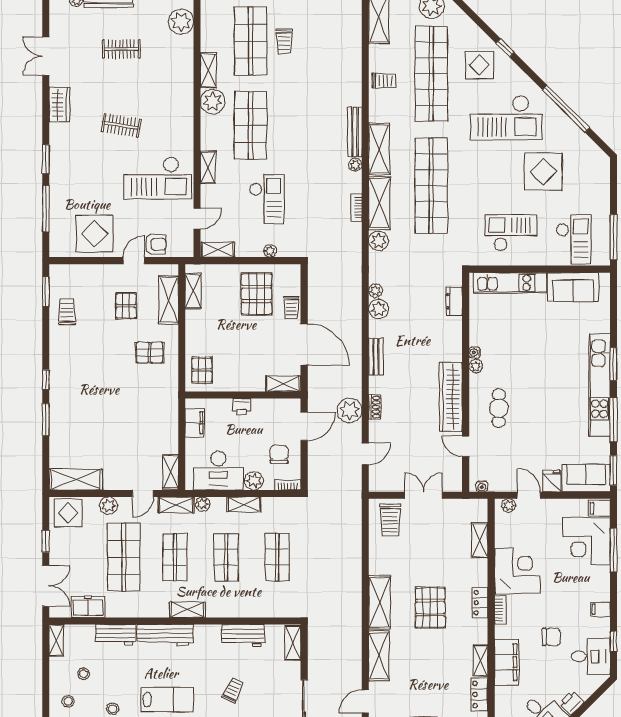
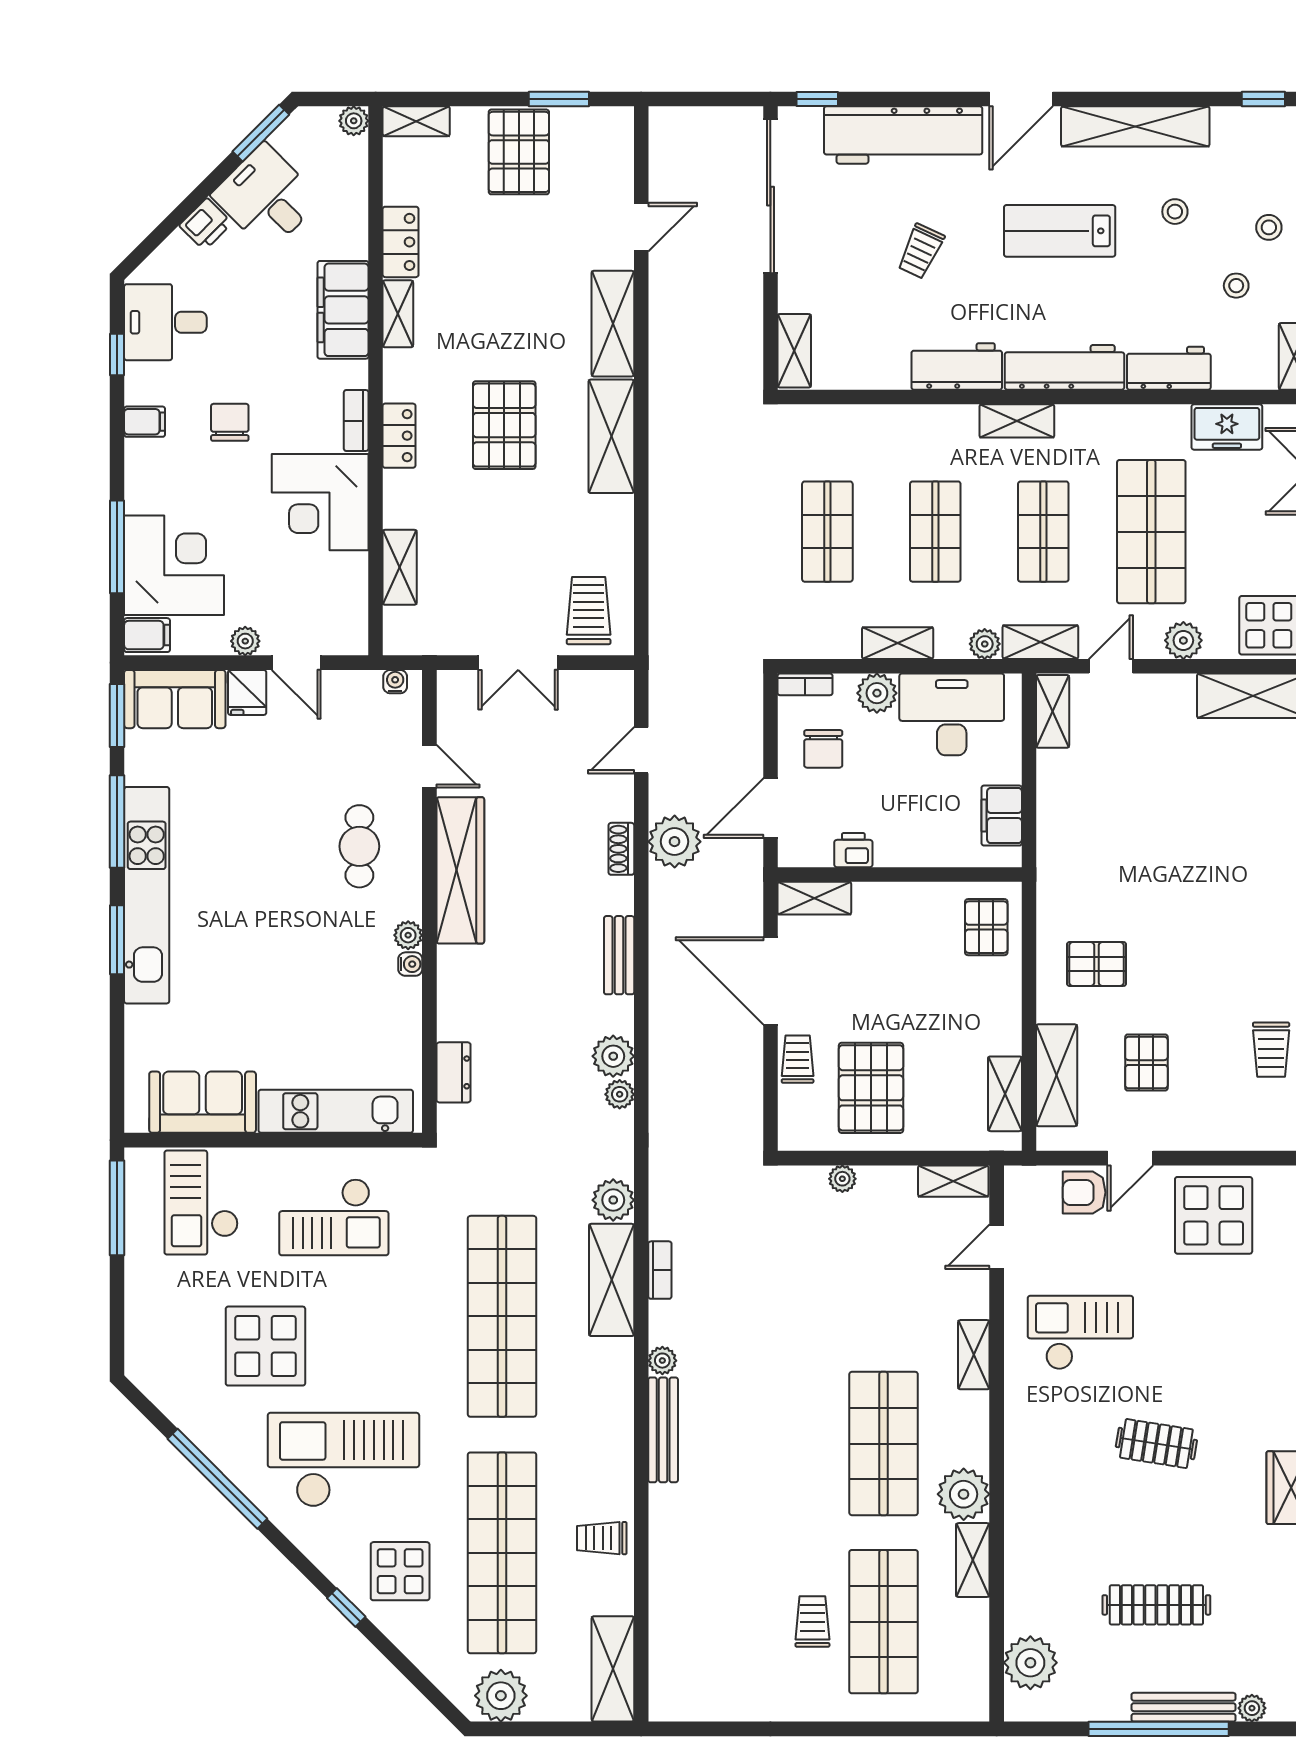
clothes rail: (121, 49) -> (1156, 1605), width x1.36
shelving: (379, 149) -> (612, 1394), removed
checkout: (157, 178) -> (1080, 1333), width x0.73, depth x0.83
checkout: (267, 199) -> (849, 1288), removed
printer: (242, 406) -> (853, 850), moved
plant: (509, 505) -> (245, 641), moved
workbench: (243, 635) -> (957, 366), moved
chair: (551, 637) -> (230, 422), moved, turned 90

